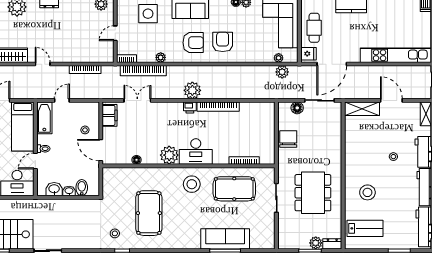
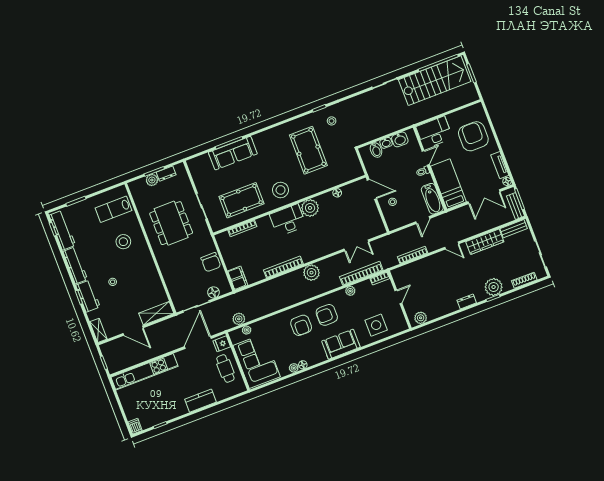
printer: (190, 108) -> (308, 257), removed
filing cabinet: (110, 115) -> (238, 278), moved, turned 180
dresser: (332, 244) -> (166, 174), moved

